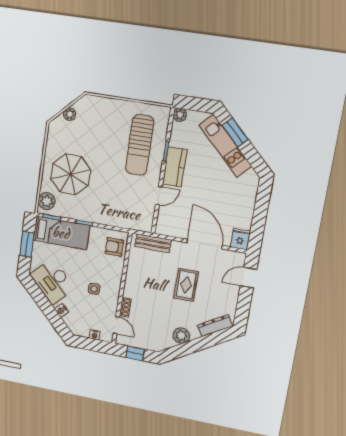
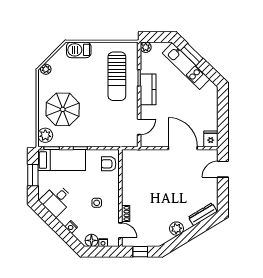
barbecue: (99, 106) -> (79, 50), added
plant: (70, 114) -> (46, 69), moved
door: (159, 196) -> (139, 127), moved
bench: (153, 243) -> (140, 155), removed
desk: (52, 281) -> (56, 200), width x0.73
rug: (186, 285) -> (173, 185), removed
floor lamp: (82, 330) -> (91, 240), added

